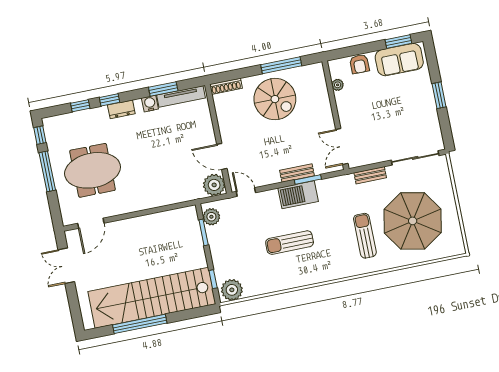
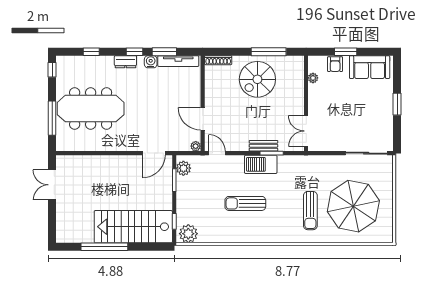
window: (398, 42) -> (346, 52), moved
spiral stairs: (275, 99) -> (257, 79), turned 90
window: (109, 100) -> (135, 52), moved
meeting table: (93, 170) -> (91, 109), width x1.36
window: (47, 171) -> (52, 118), moved
bench: (370, 175) -> (325, 160), removed
plant: (214, 185) -> (196, 146), width x0.53, depth x0.53
door: (91, 223) -> (154, 153), moved
sun lounger: (365, 236) -> (310, 211), turned 180
stairs: (152, 298) -> (133, 227), width x0.73

